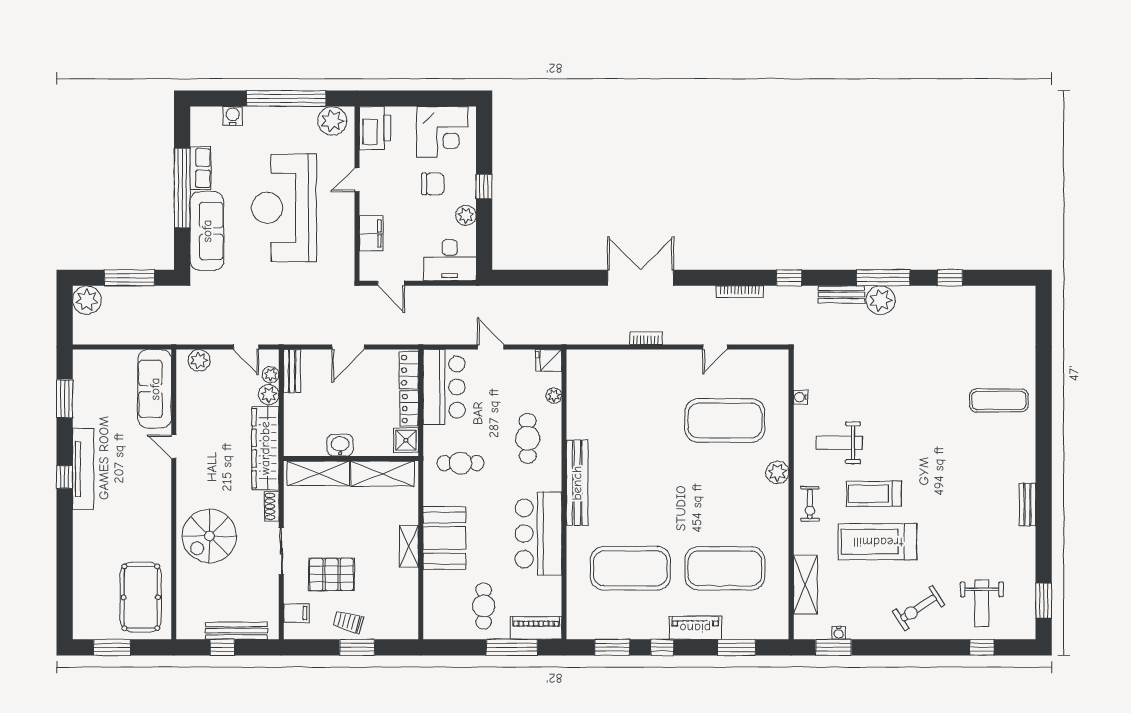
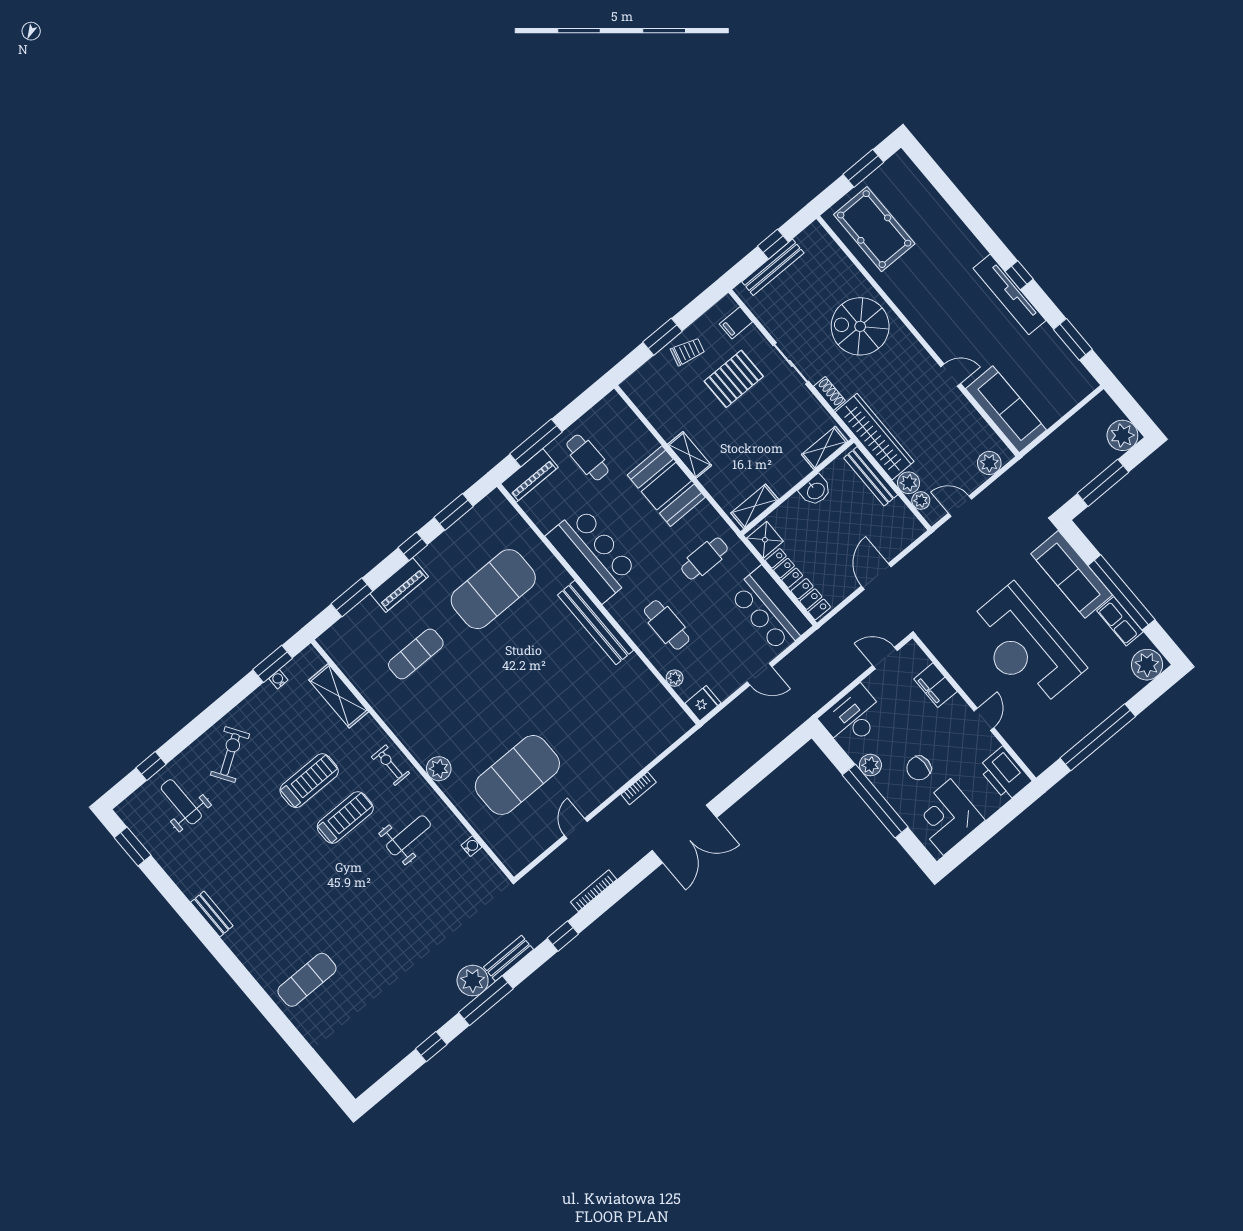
water cooler: (233, 116) -> (1130, 686), removed
plant: (332, 121) -> (1147, 665), moved
window: (484, 187) -> (875, 801), width x3.17
reception desk: (284, 208) -> (1024, 646), turned 180
bench: (292, 371) -> (871, 476), moved, width x1.36
shelving: (318, 473) -> (825, 448), width x0.67, depth x0.75
shelving: (383, 474) -> (755, 506), width x0.67, depth x0.75
spiral stairs: (209, 536) -> (860, 326), turned -90
treadmill: (878, 542) -> (309, 781), width x0.73, depth x0.73
exercise mat: (725, 568) -> (416, 654), width x0.50, depth x0.69

